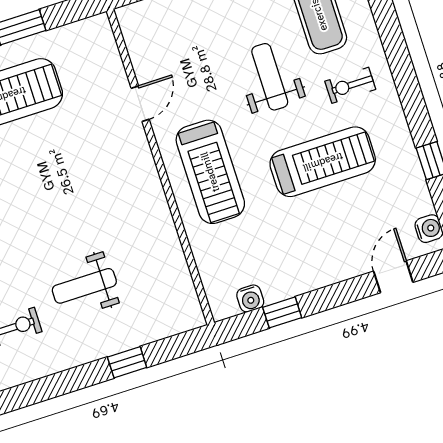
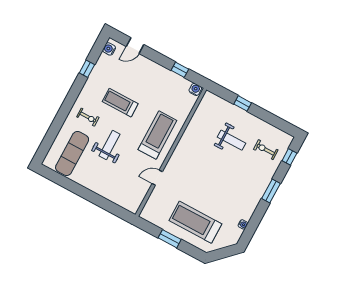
weight bench: (270, 77) -> (110, 145), turned 180
treadmill: (323, 162) -> (120, 103), width x0.73, depth x0.73
water cooler: (250, 298) -> (195, 89), moved

